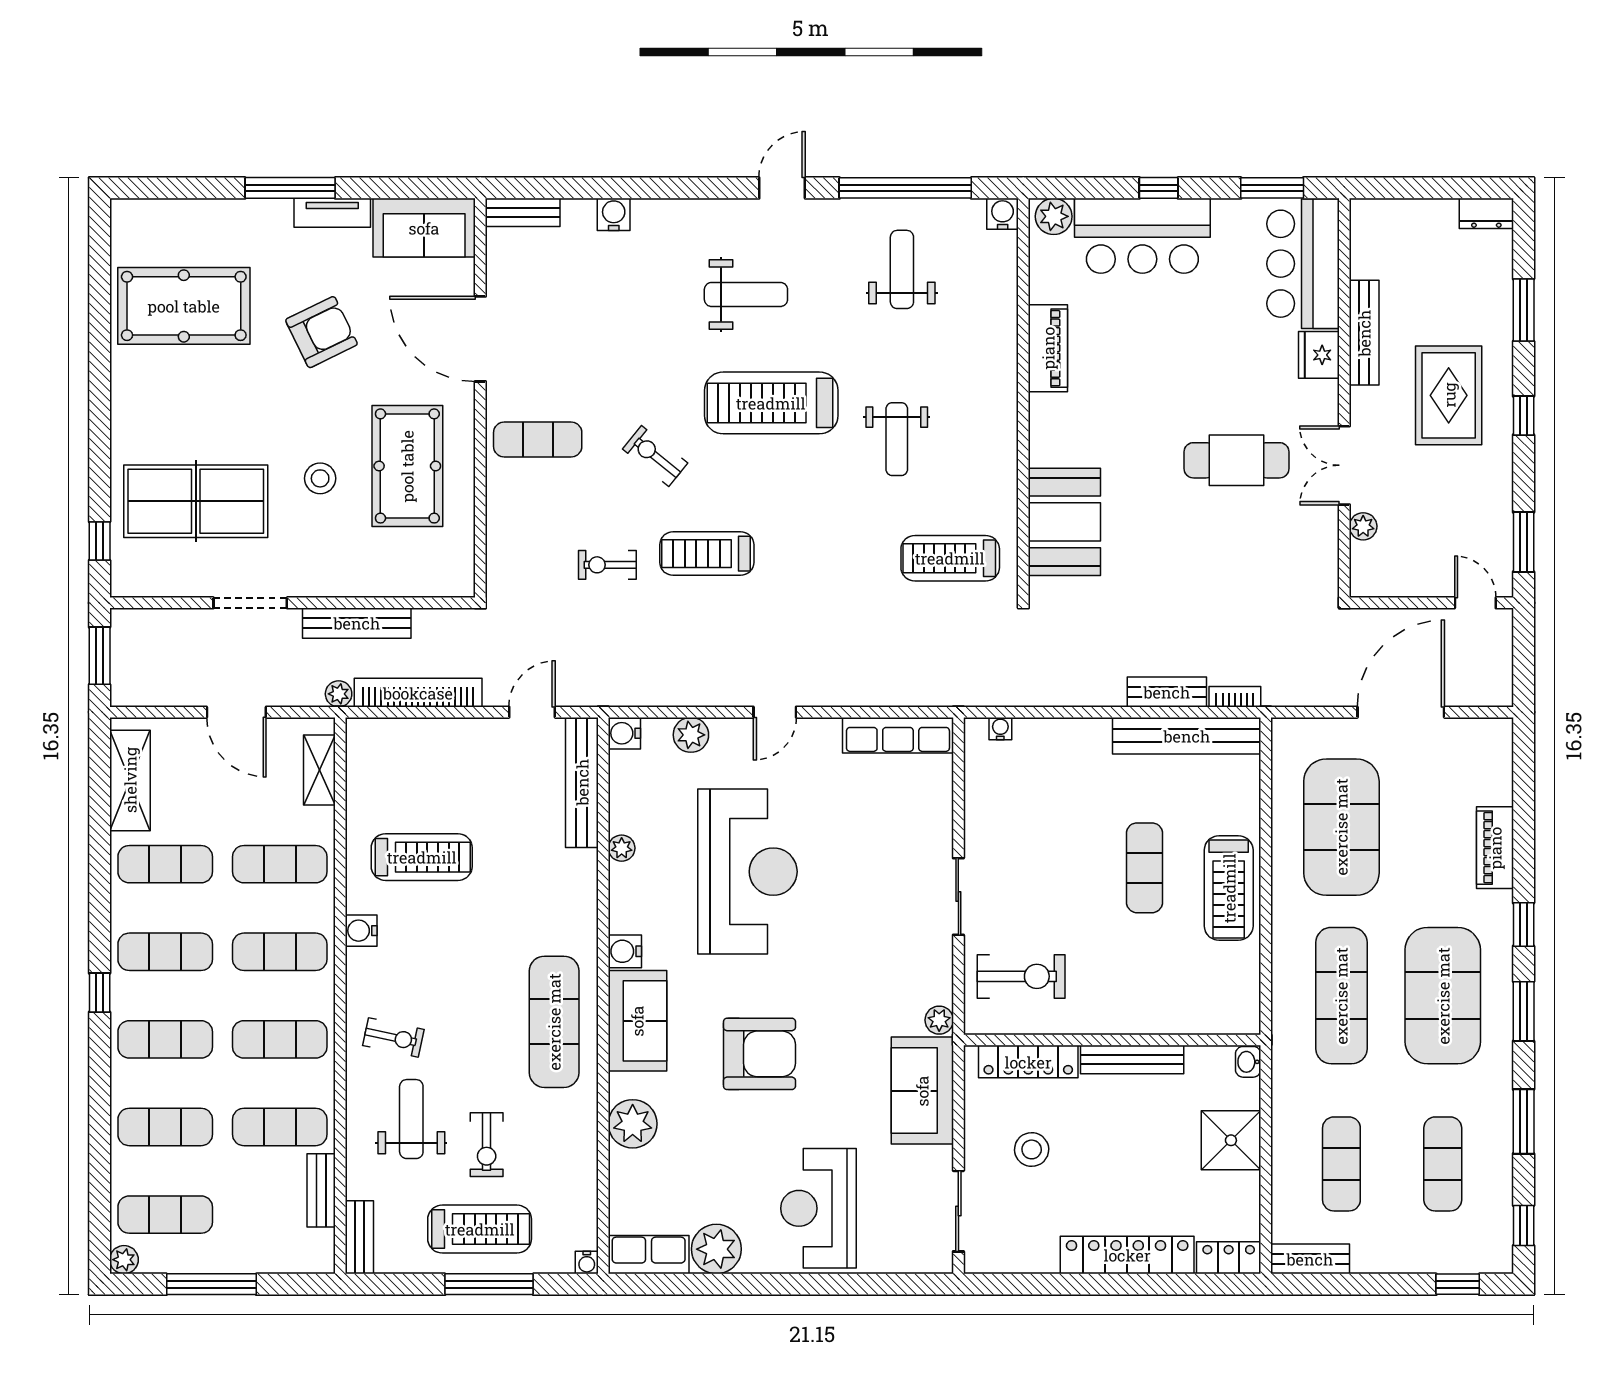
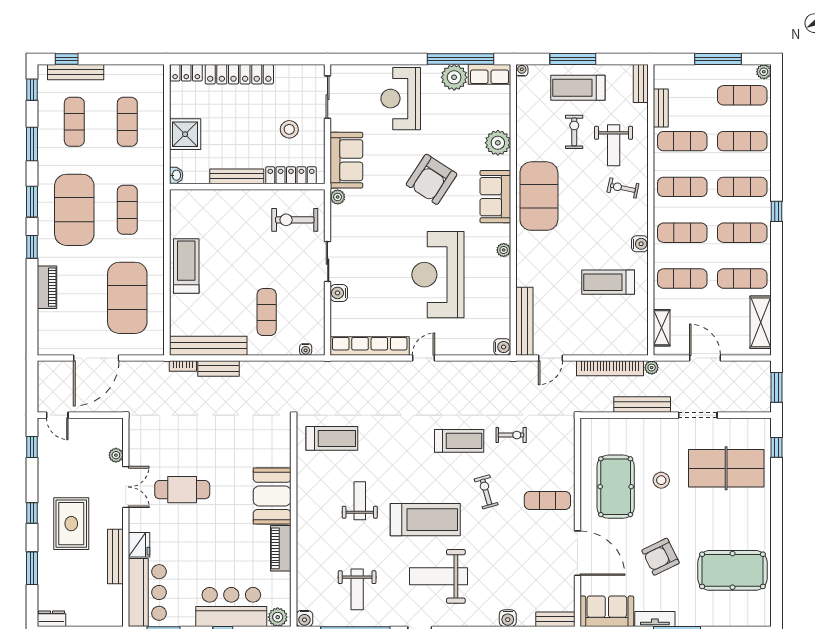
weight bench: (746, 294) -> (439, 576), width x1.36, depth x1.33
exercise bike: (655, 456) -> (486, 492), turned -145
booth: (1064, 522) -> (272, 496), moved
window: (1524, 542) -> (32, 447), width x0.67
plant: (691, 735) -> (467, 346), removed
row of seats: (898, 735) -> (370, 346), width x1.36
plant: (622, 848) -> (504, 250), moved
exercise mat: (1144, 868) -> (267, 312), moved
water cooler: (625, 951) -> (339, 293), moved, turned 180
exercise mat: (1341, 996) -> (127, 210), width x0.73, depth x0.69
exercise mat: (554, 1022) -> (539, 196), width x1.47
armchair: (759, 1054) -> (432, 179), turned -57
reception desk: (818, 1208) -> (401, 99), turned 180
bench: (1310, 1259) -> (76, 72), moved, width x1.36
window: (704, 1284) -> (460, 59), added

